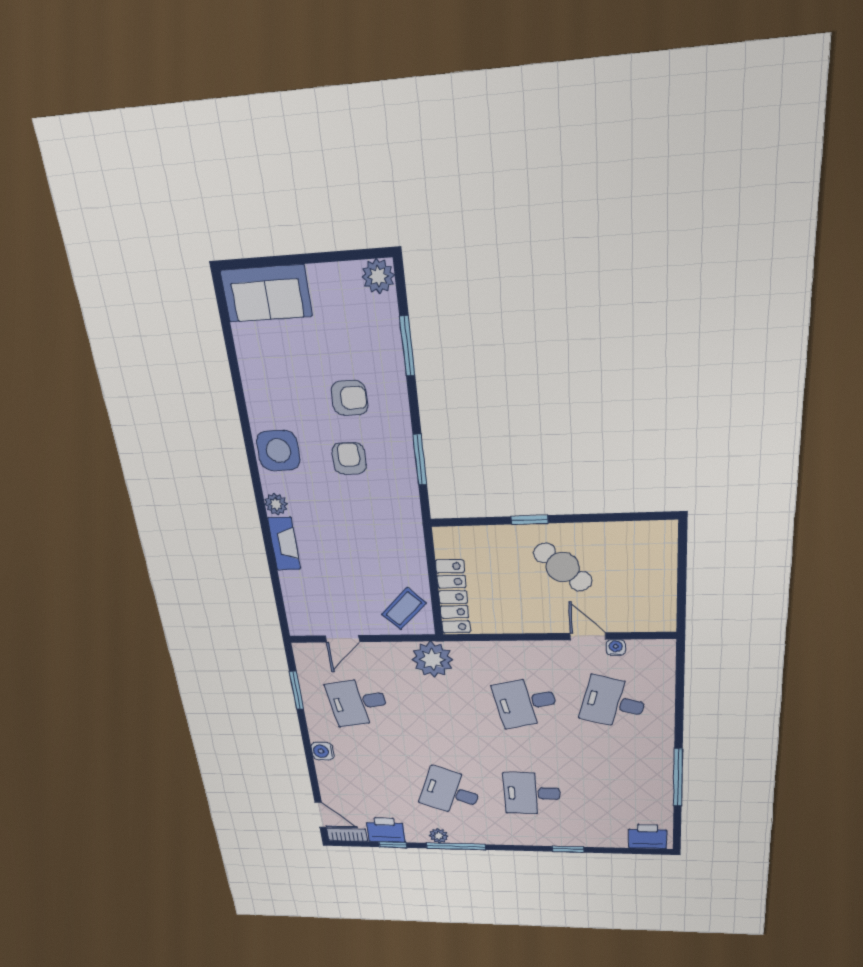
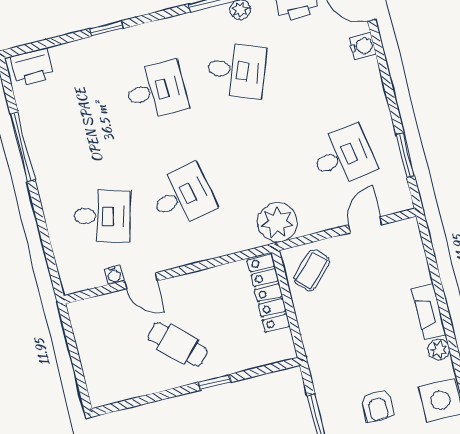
water cooler: (323, 751) -> (362, 46), moved

